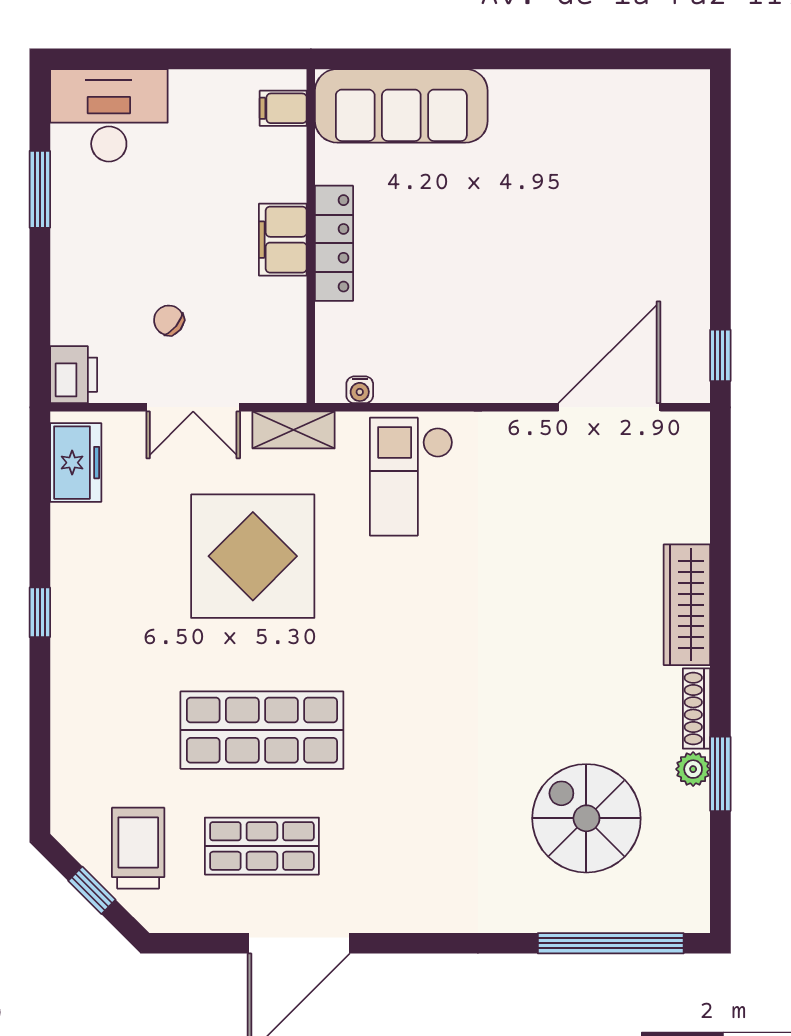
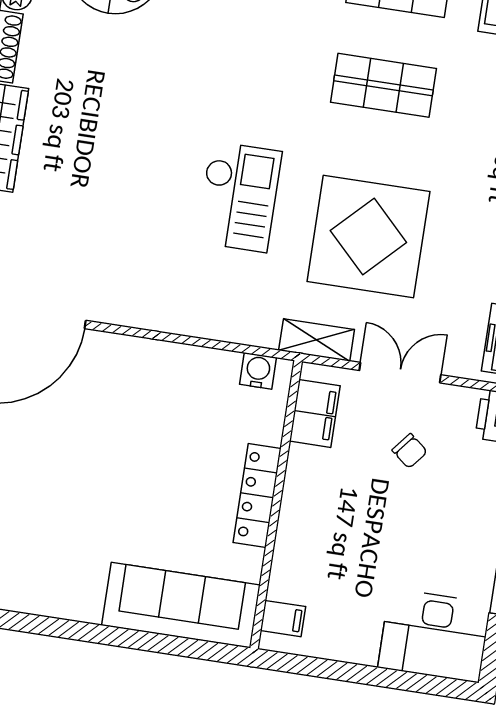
filing cabinet: (283, 240) -> (315, 413), moved
water cooler: (360, 390) -> (258, 371), width x1.38, depth x1.38
checkout: (411, 477) -> (239, 197), moved
shop shelf: (262, 730) -> (383, 85), width x0.70, depth x0.74

